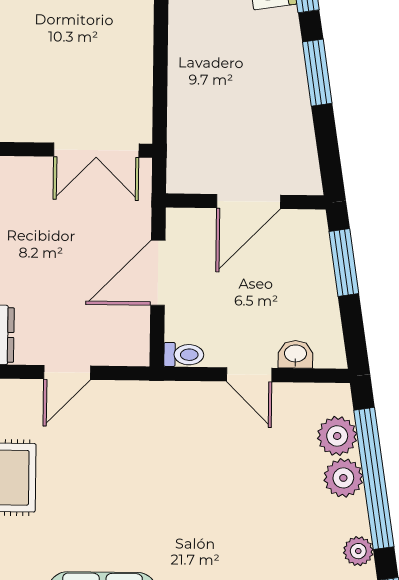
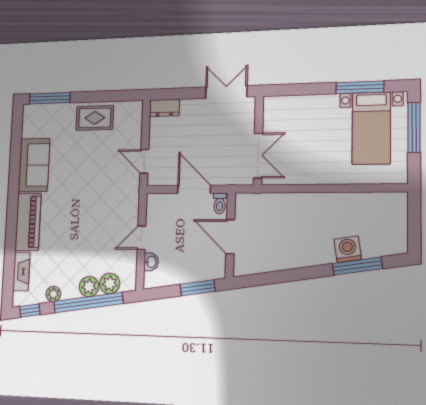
window: (317, 73) -> (299, 274), removed
double door: (96, 150) -> (258, 156), swing flipped
toilet: (184, 355) -> (220, 203), moved
door: (67, 372) -> (144, 161), moved

